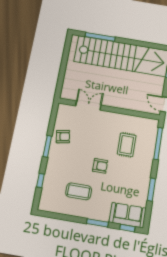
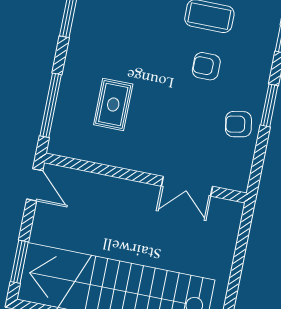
armchair: (100, 166) -> (206, 66), moved

